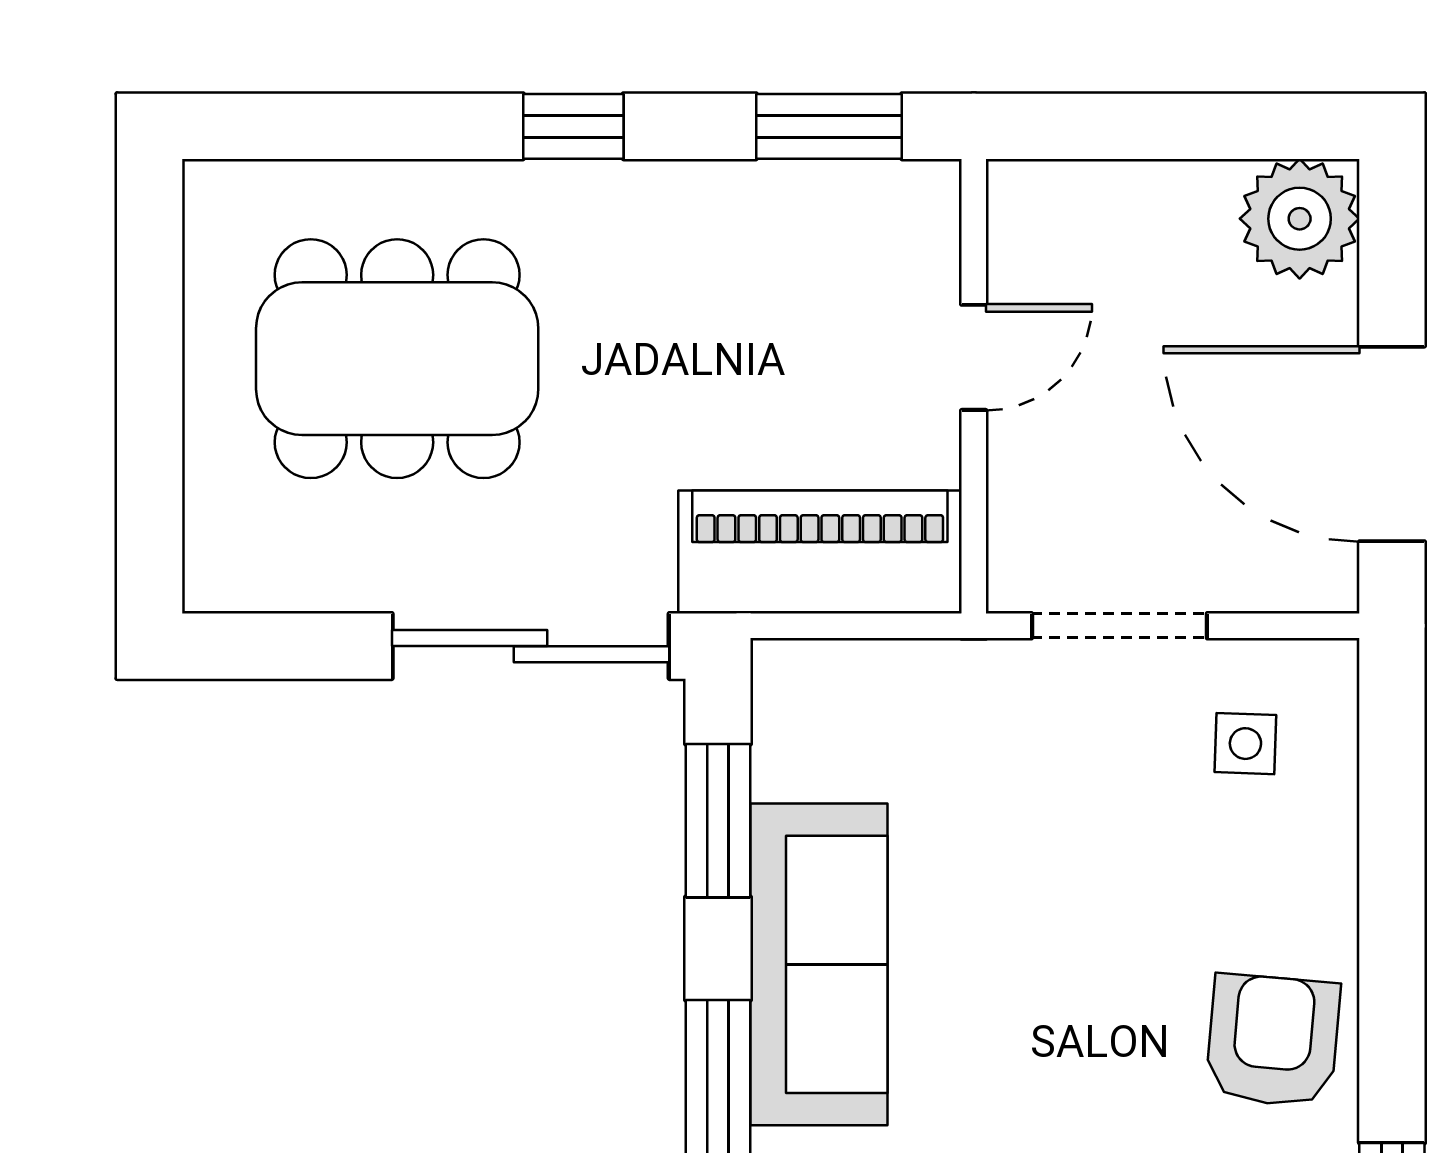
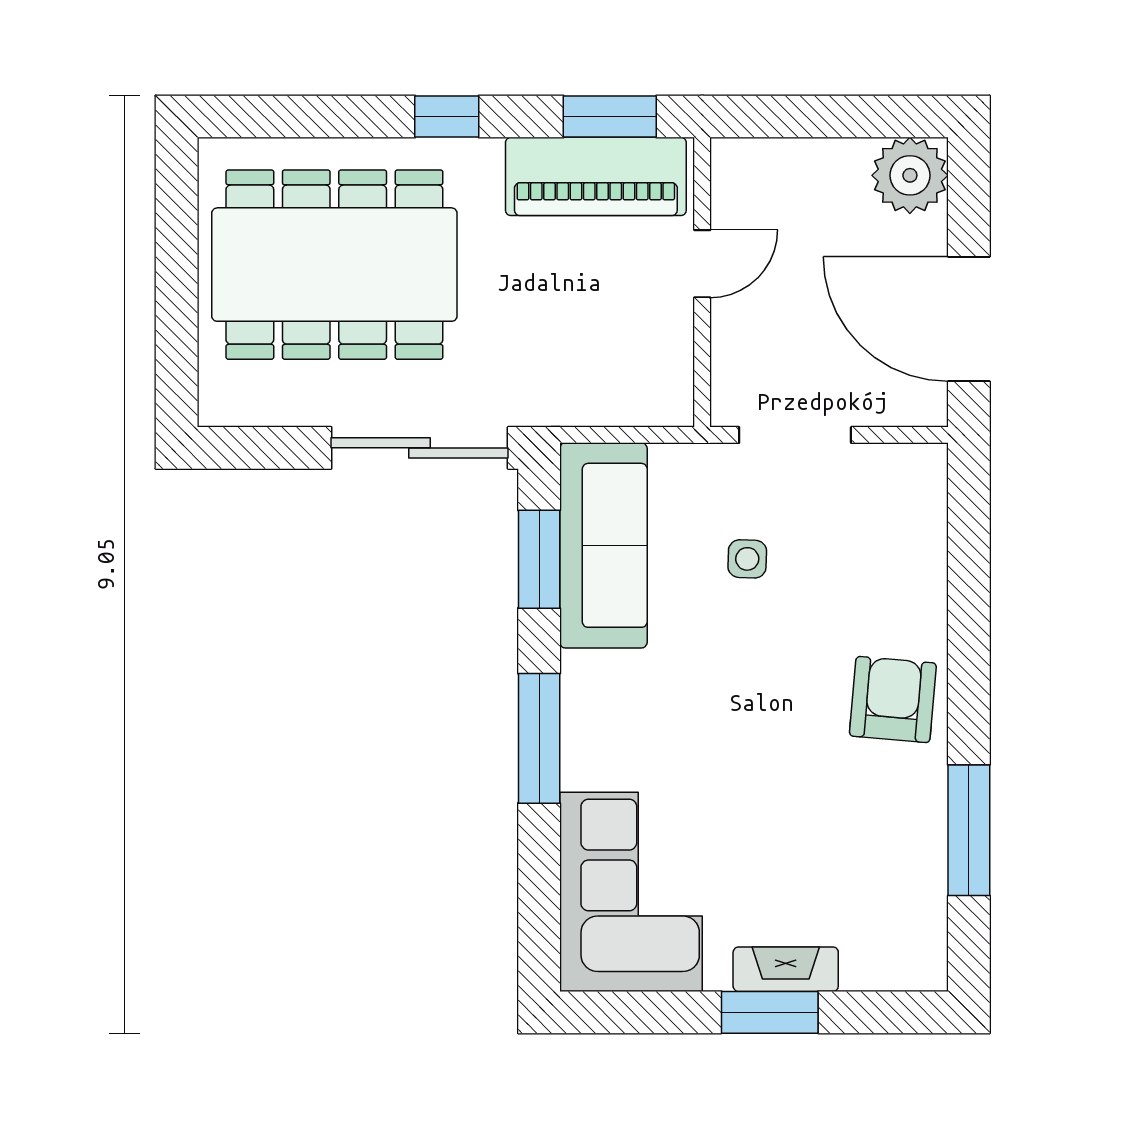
dining table: (397, 359) -> (334, 265), width x1.36, depth x1.24
piano: (820, 552) -> (596, 176), moved, turned 180
side table: (1245, 744) -> (747, 559), moved
sofa: (819, 964) -> (603, 545), moved

